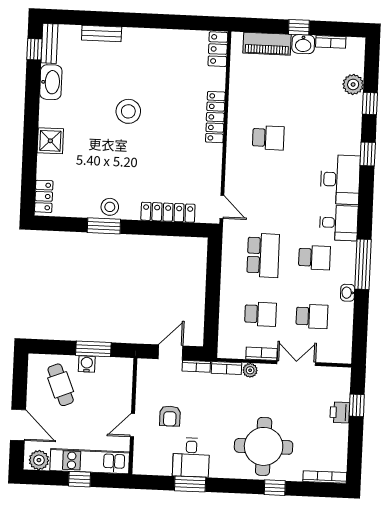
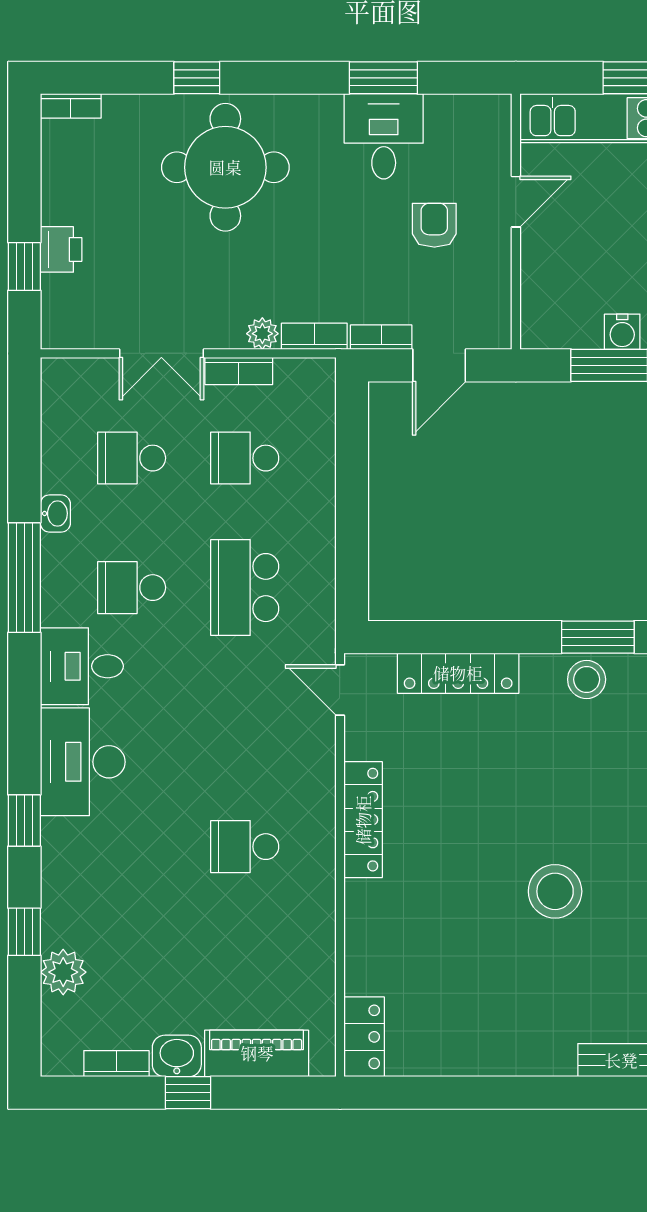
locker: (215, 117) -> (363, 820), moved
bookcase: (325, 477) -> (71, 106), width x0.64

